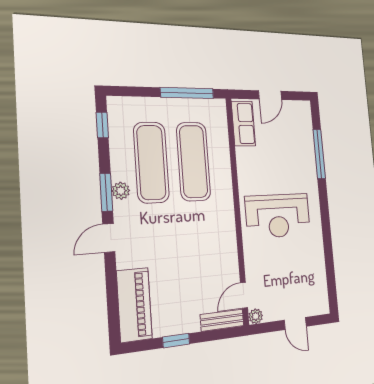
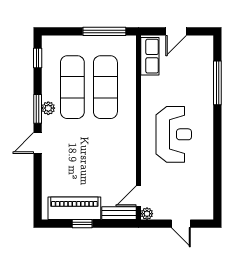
reception desk: (278, 216) -> (174, 134), turned -90
piano: (134, 305) -> (74, 208), moved, turned -90

